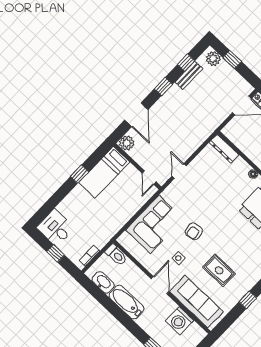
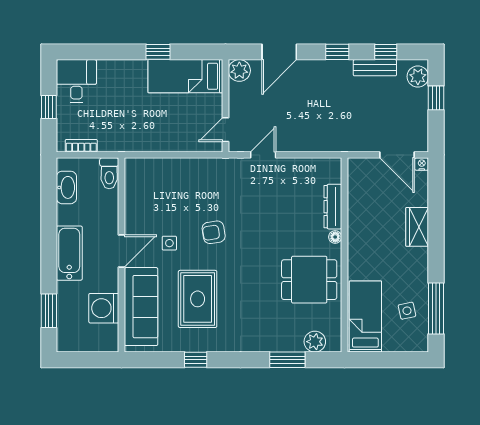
dresser: (224, 149) -> (333, 207), moved
corner sofa: (154, 224) -> (181, 183), removed
rug: (219, 270) -> (198, 299), width x1.36, depth x1.43
bathtub: (126, 302) -> (69, 253), moved

